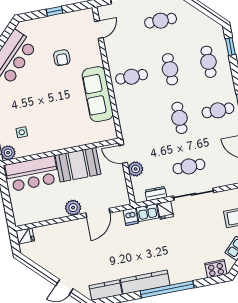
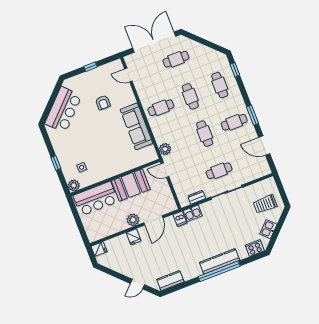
door: (99, 30) -> (128, 75), swing flipped
plant: (136, 169) -> (165, 149), moved
fridge: (165, 210) -> (134, 237), moved
kitchen counter: (145, 282) -> (220, 261), moved

